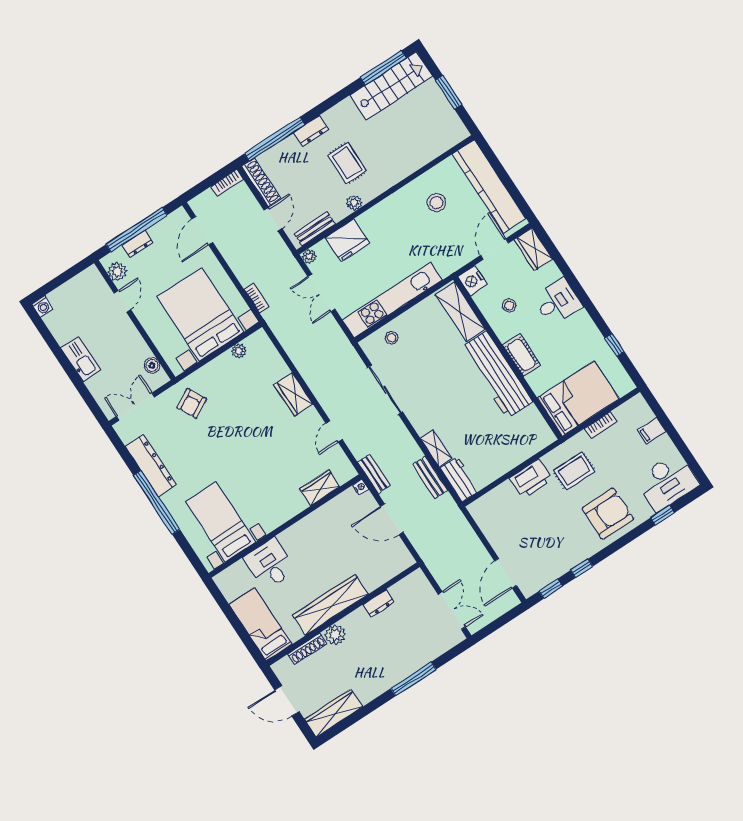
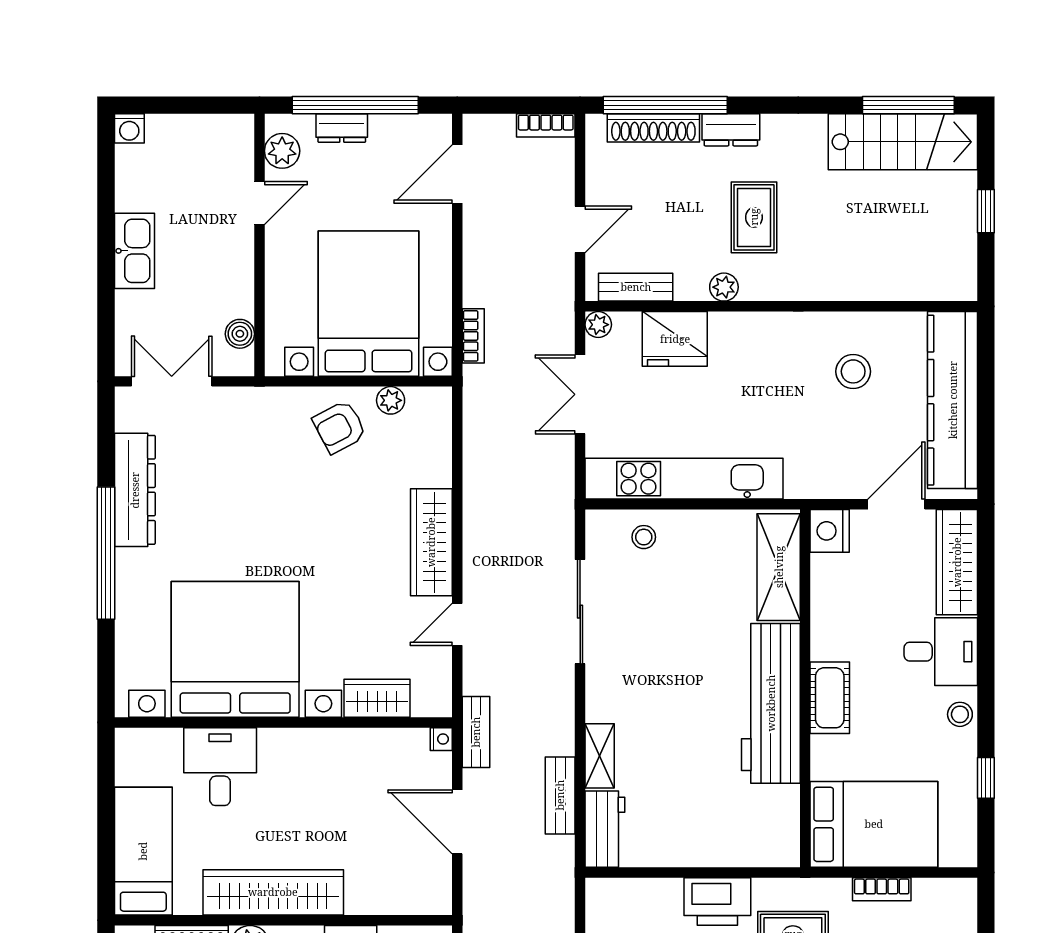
window: (449, 92) -> (986, 211), width x0.67
shoe rack: (261, 183) -> (653, 128), moved, turned 90
wardrobe: (533, 249) -> (957, 562), width x1.50
stool: (509, 306) -> (960, 714), moved
wardrobe: (293, 394) -> (431, 542), width x1.50
armchair: (192, 403) -> (340, 427), moved
bed with nightstands: (221, 522) -> (235, 649), width x1.85

